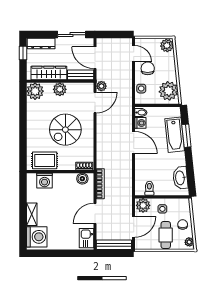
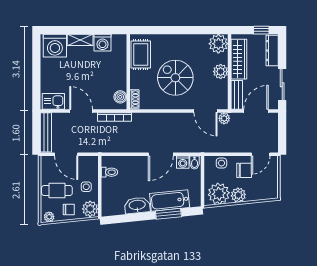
plant: (167, 45) -> (238, 195), moved
washbasin: (180, 178) -> (137, 205), moved
washing machine: (45, 181) -> (103, 43), moved, turned -90
plant: (143, 205) -> (90, 209), moved

